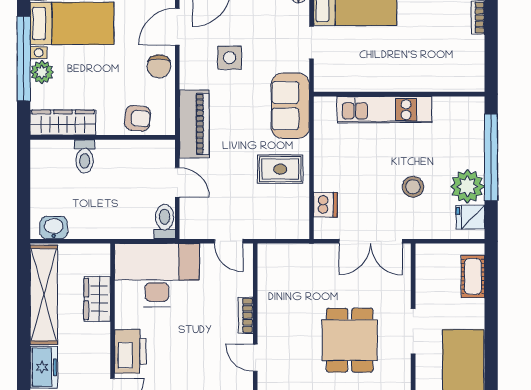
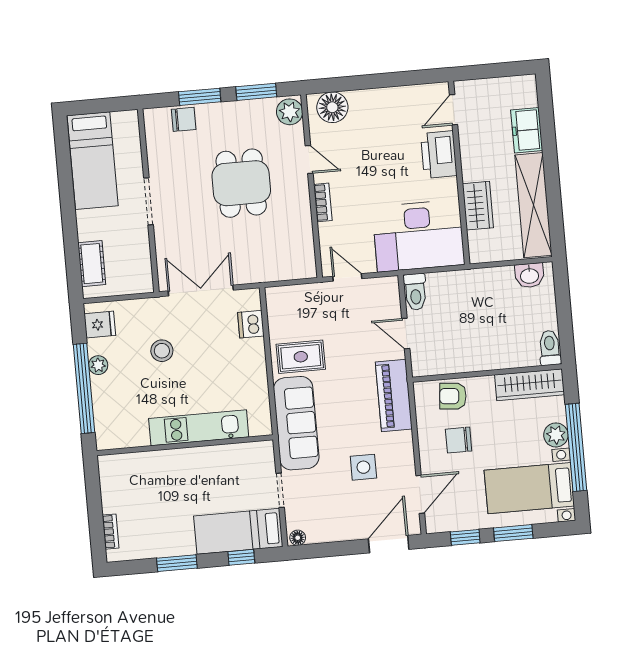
chair: (159, 66) -> (459, 440), moved, turned -90
sofa: (290, 106) -> (296, 423), width x1.36
toilet: (85, 156) -> (550, 348), moved
plant: (467, 186) -> (98, 365), width x0.53, depth x0.53
dining table: (350, 340) -> (241, 183), moved

